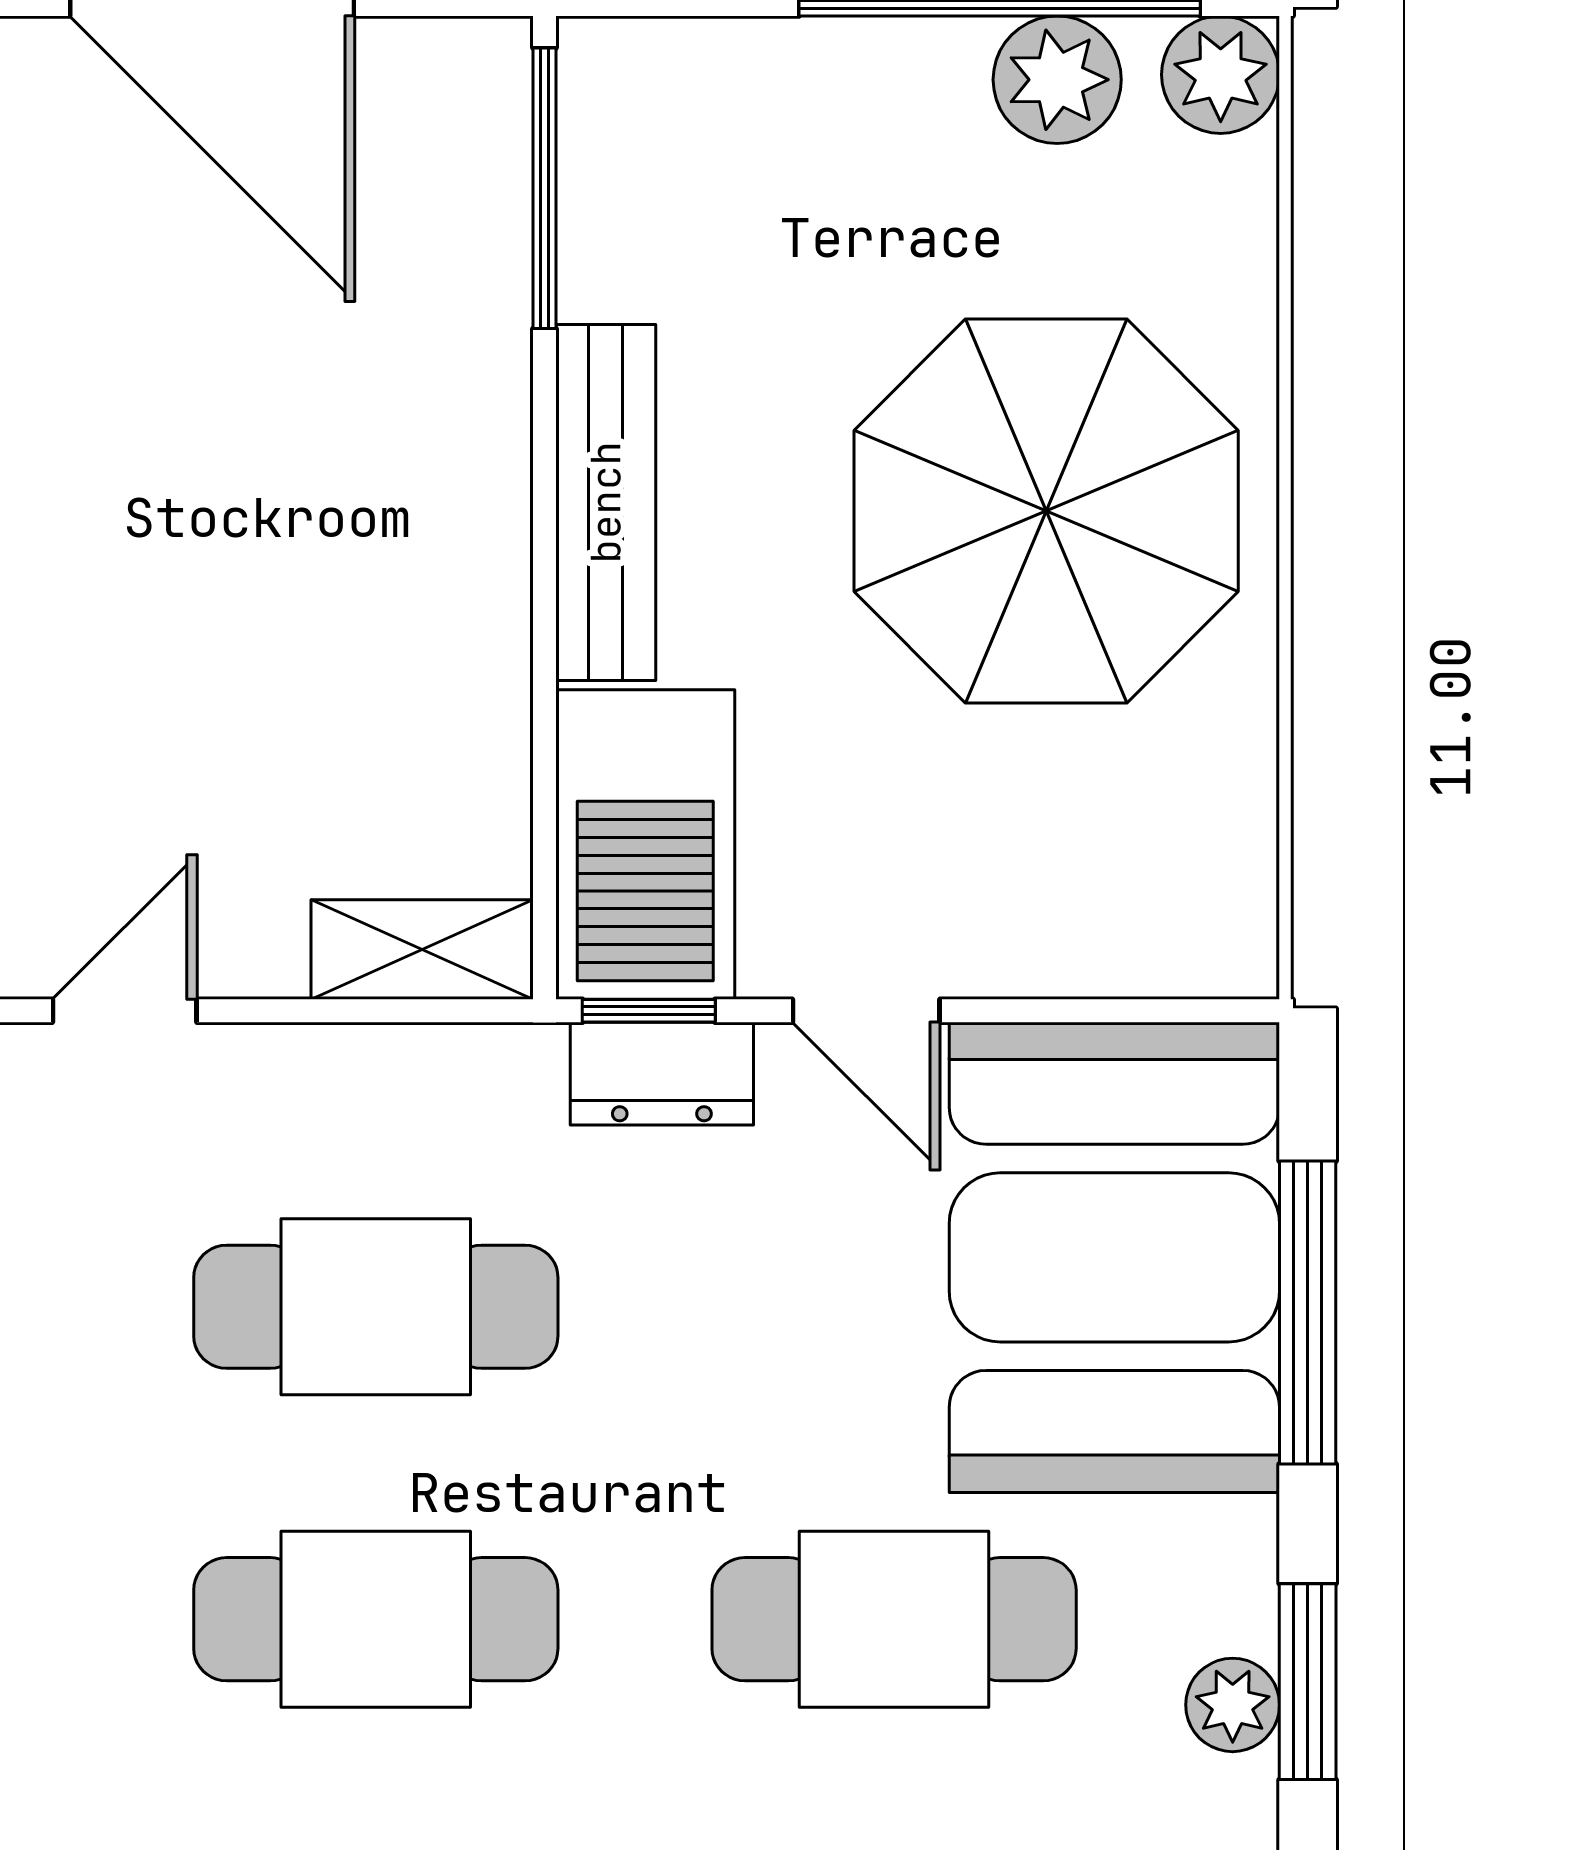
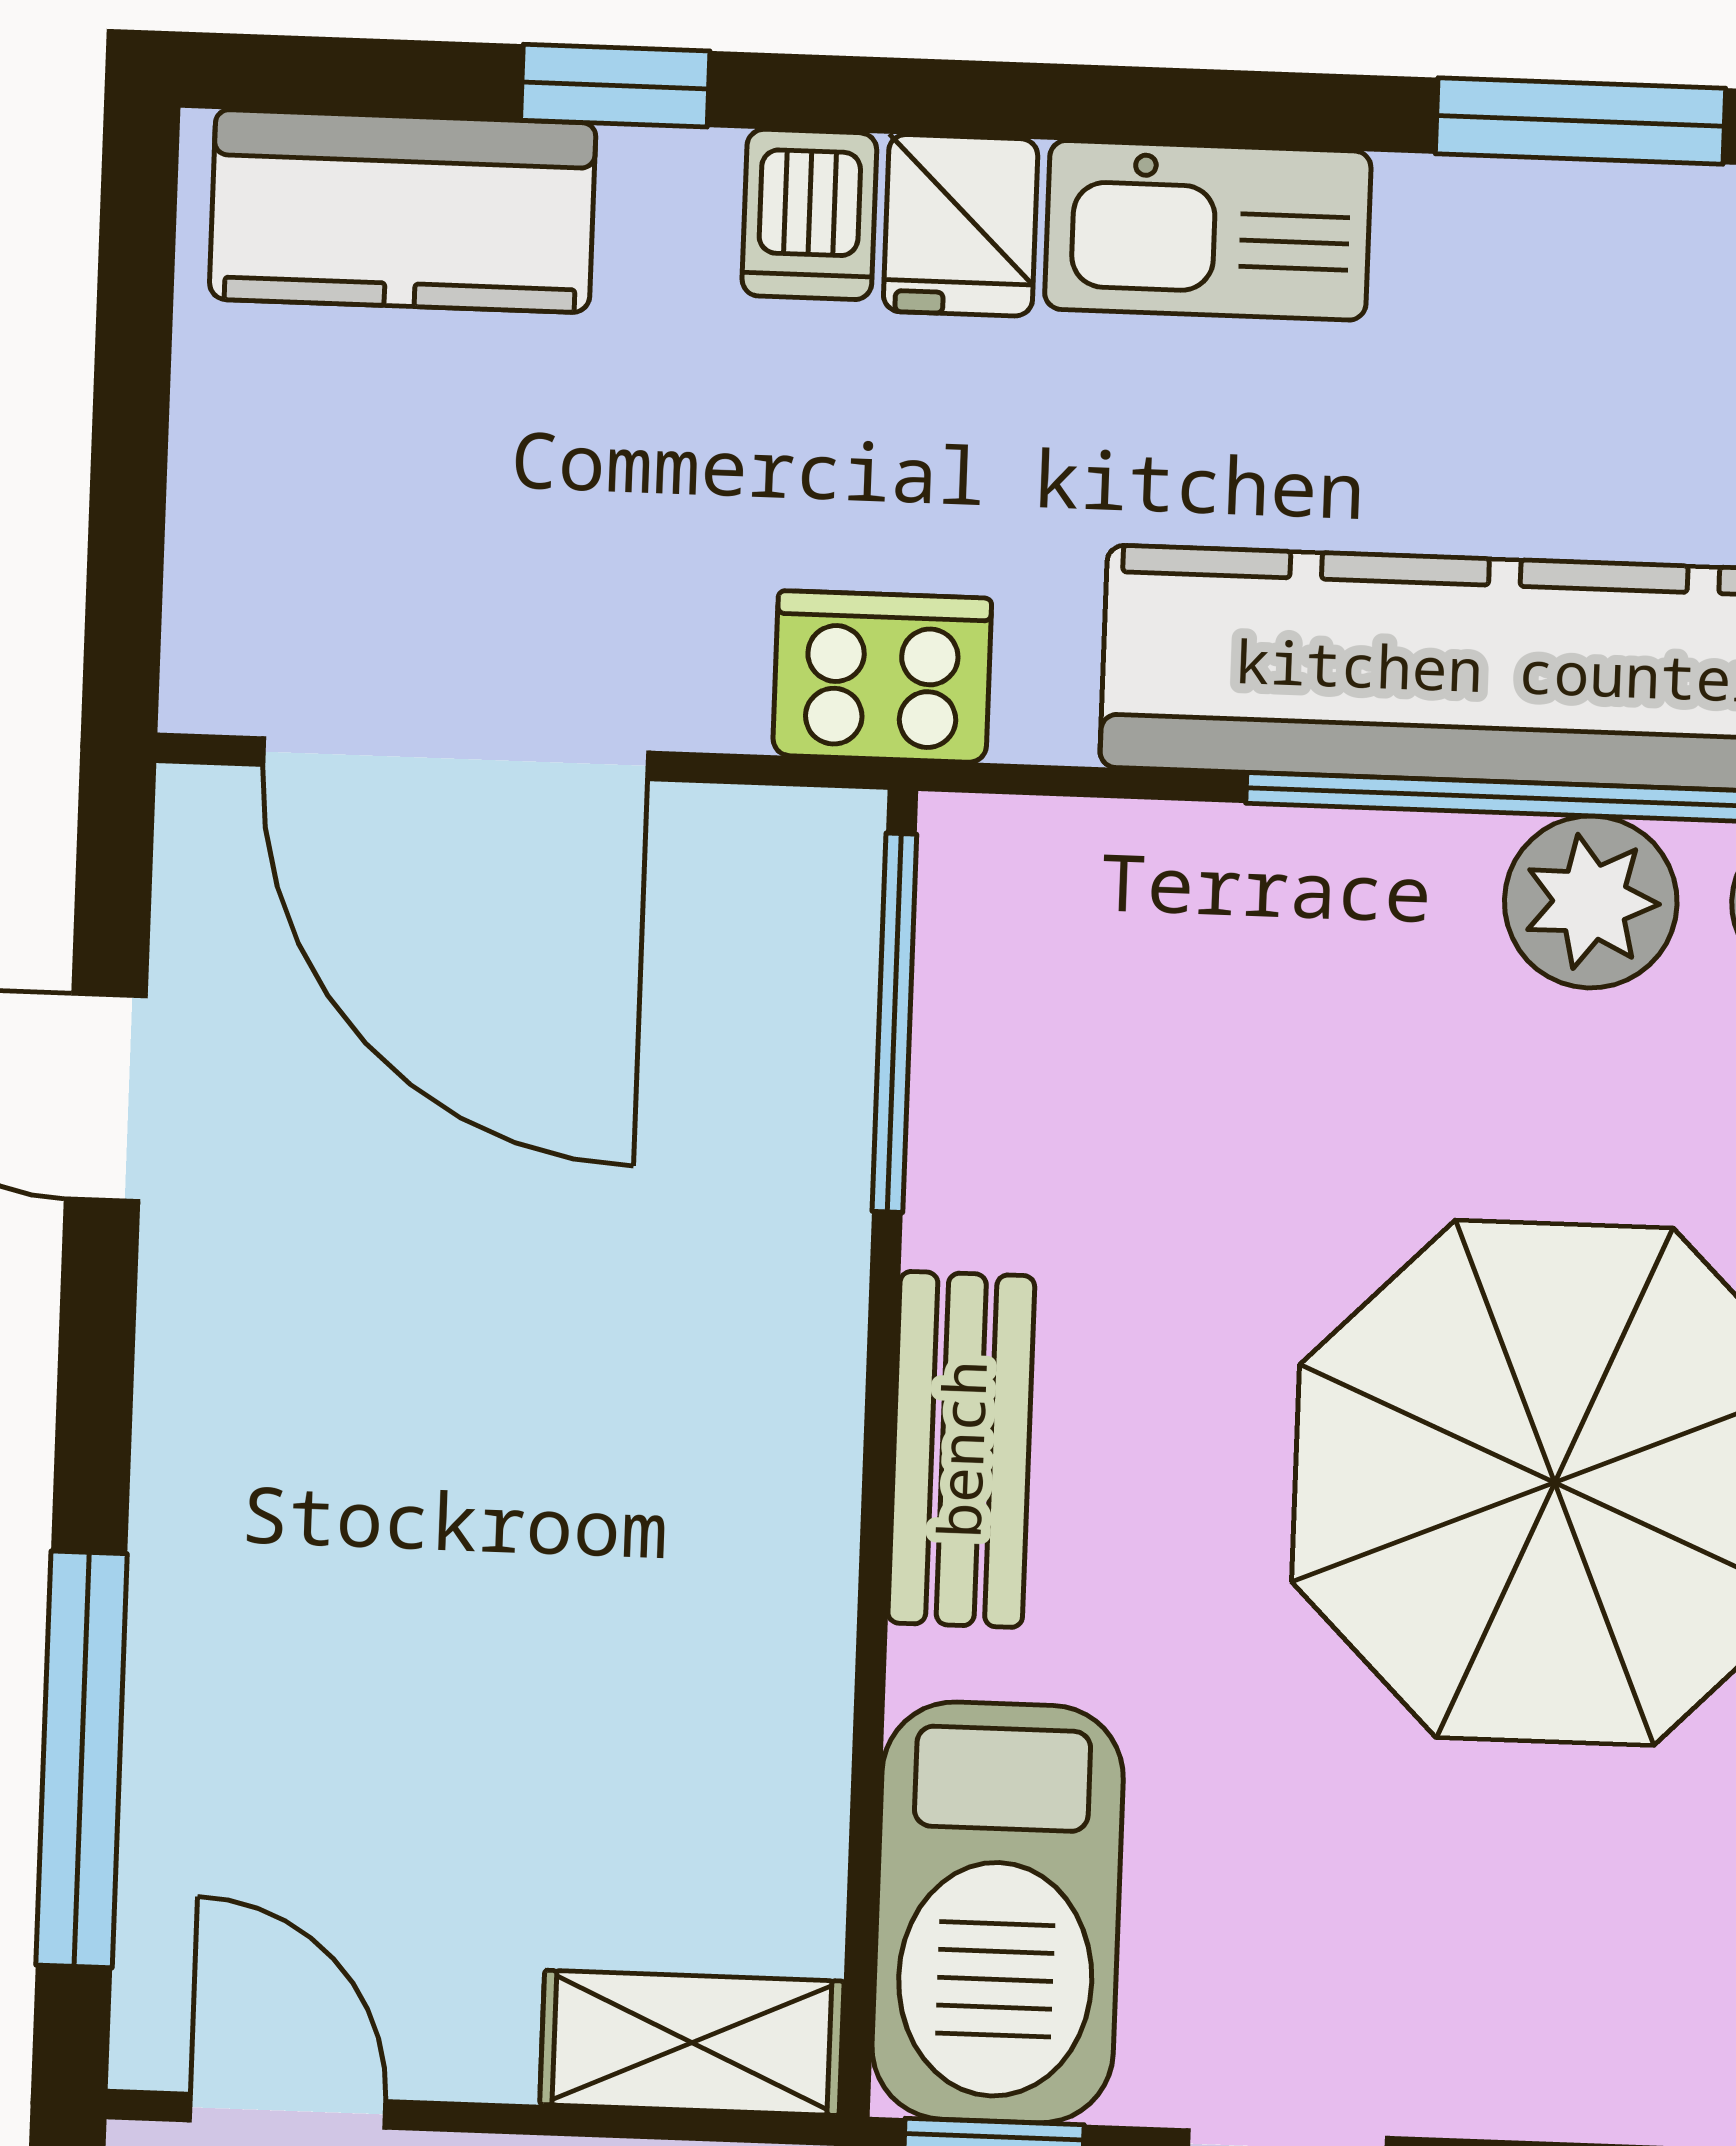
bench: (606, 502) -> (961, 1449), width x0.73
door: (125, 1011) -> (288, 2111), hinge flipped

